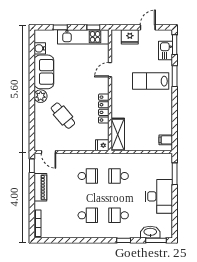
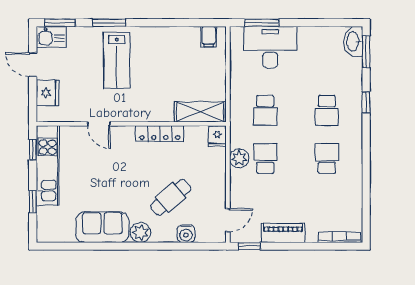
water cooler: (40, 48) -> (186, 234), moved
kitchen sink: (165, 50) -> (51, 37), moved
plant: (88, 159) -> (239, 158), added
desk: (159, 196) -> (270, 47), moved
washbasin: (150, 232) -> (353, 42), moved

